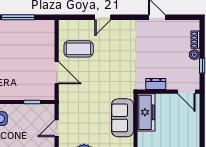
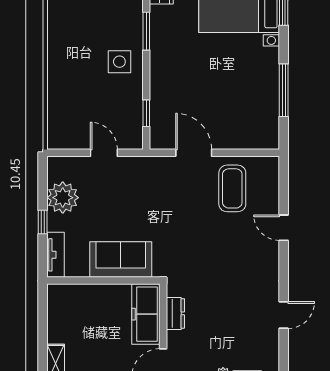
door: (57, 73) -> (194, 153), swing flipped
freezer: (146, 112) -> (146, 314), moved, turned 90

